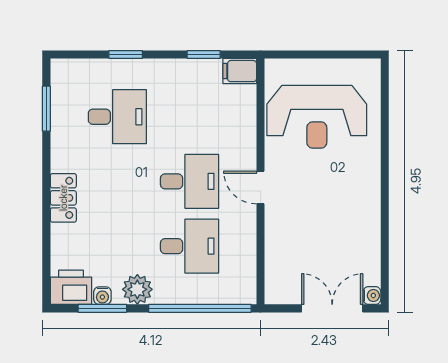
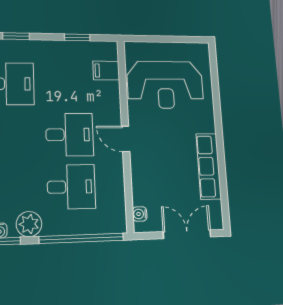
filing cabinet: (240, 71) -> (106, 71), moved
row of seats: (367, 224) -> (209, 166), added
water cooler: (372, 295) -> (140, 214), moved, turned 180

